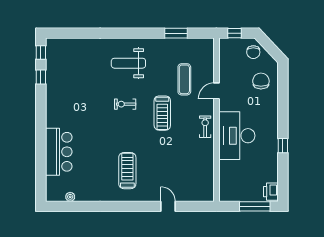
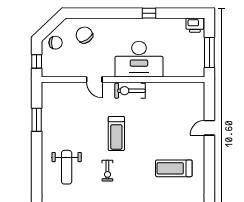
exercise mat: (184, 79) -> (83, 112), removed
chair: (261, 81) -> (84, 35), turned 56
treadmill: (162, 113) -> (116, 133), turned 90
exercise bike: (205, 127) -> (130, 91), width x1.38, depth x1.39
window: (255, 206) -> (209, 53), moved

